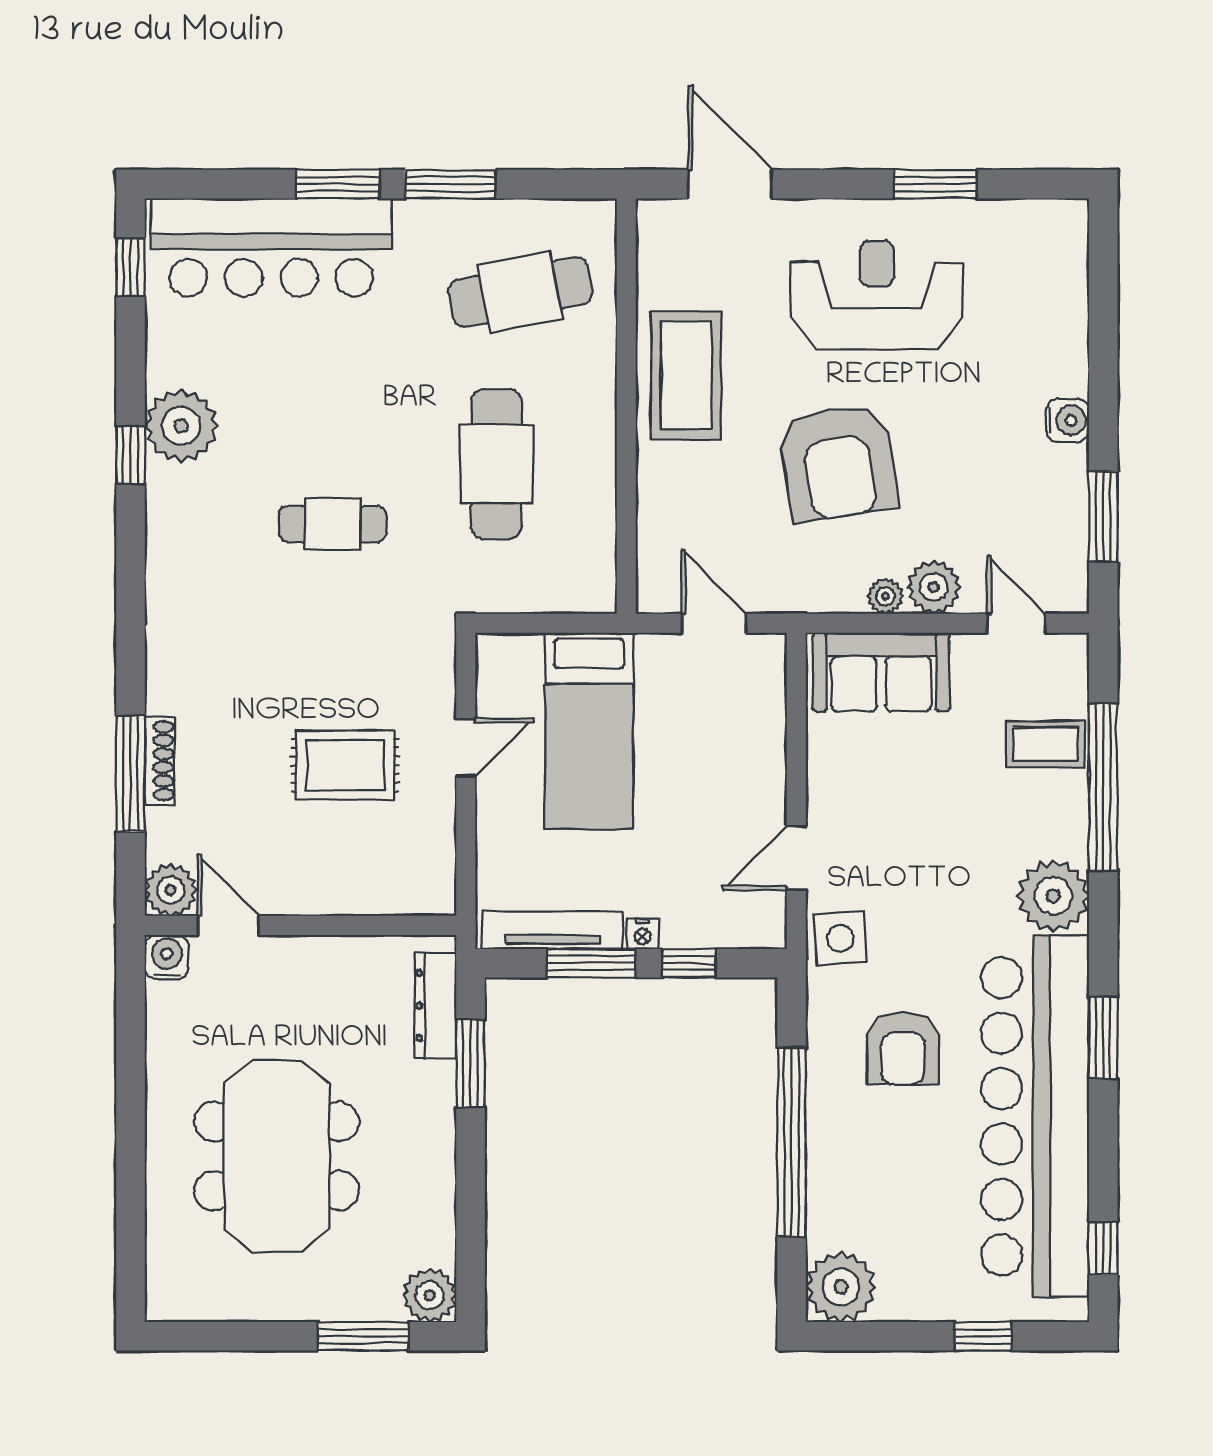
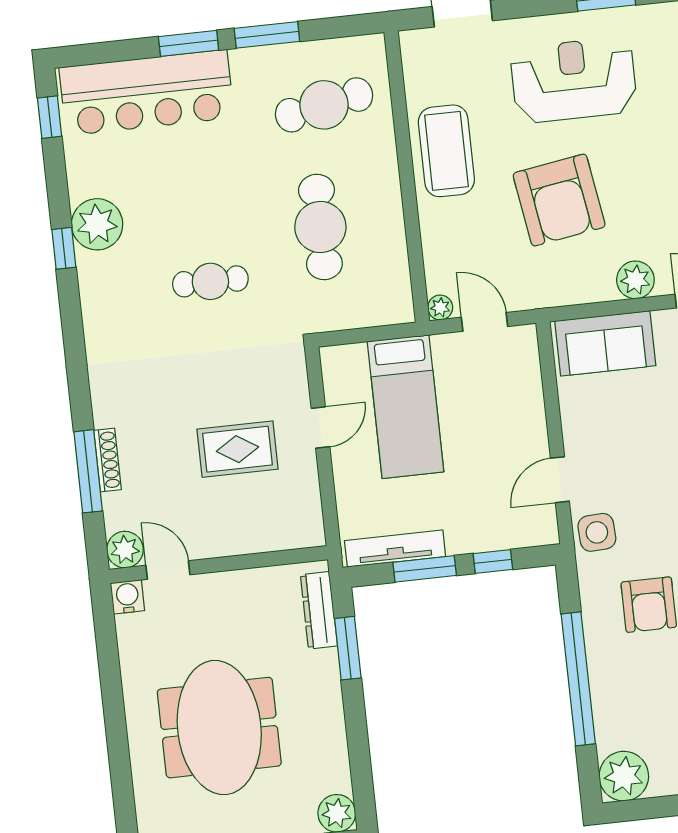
plant: (885, 596) -> (440, 307), moved
nightstand: (643, 934) -> (458, 544), removed

